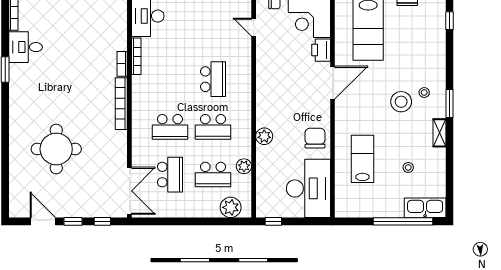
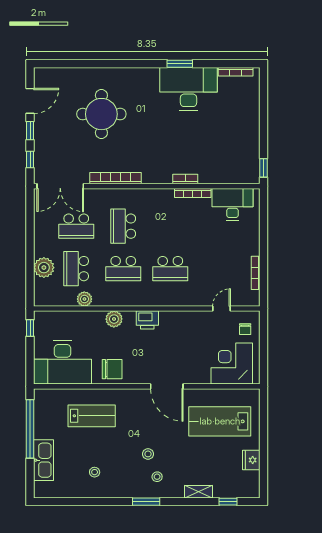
desk: (26, 47) -> (189, 89), width x1.87, depth x1.30
printer: (321, 50) -> (147, 320), moved, turned 180
stool: (401, 102) -> (148, 454), width x0.53, depth x0.53
bookcase: (121, 104) -> (116, 178), moved
school desk: (213, 127) -> (123, 269), turned -90
shelving: (439, 133) -> (199, 492), moved
stool: (408, 167) -> (95, 472), moved
plant: (231, 207) -> (44, 268), moved
kitchen sink: (425, 208) -> (43, 460), moved
window: (403, 221) -> (30, 429), moved

